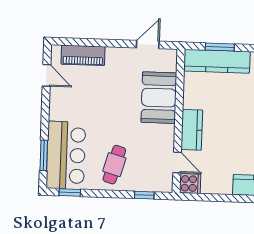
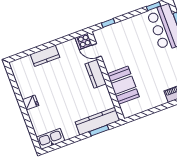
door: (148, 44) -> (143, 114), removed
cafe table: (114, 165) -> (134, 34), removed

